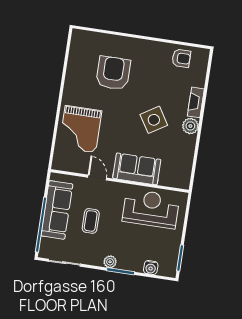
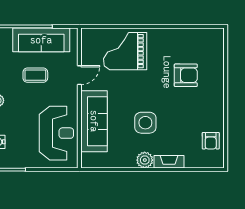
armchair: (113, 73) -> (186, 75), width x0.73, depth x0.73
side table: (154, 120) -> (145, 123), turned 32
sofa: (137, 169) -> (94, 121), width x1.36

